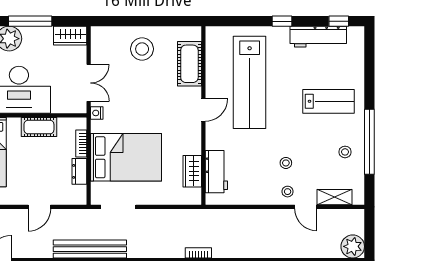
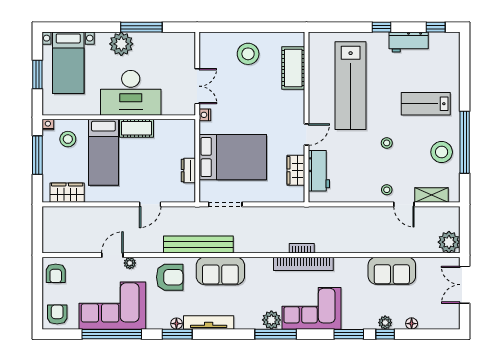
wardrobe: (70, 36) -> (180, 41), removed
workbench: (318, 37) -> (409, 42), width x0.73
lab bench: (328, 101) -> (426, 104), turned 180
door: (203, 110) -> (307, 134), moved
cot: (39, 127) -> (136, 128), moved
bookcase: (81, 143) -> (190, 144), removed
stool: (345, 152) -> (442, 152), width x1.89, depth x1.89
stool: (286, 163) -> (387, 143), moved

